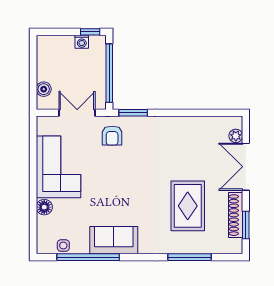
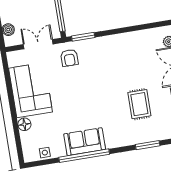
rug: (188, 206) -> (139, 104), width x0.73, depth x0.70
window: (88, 257) -> (84, 156), moved
window: (189, 257) -> (148, 145), width x0.69

